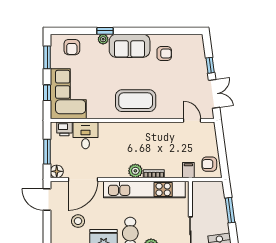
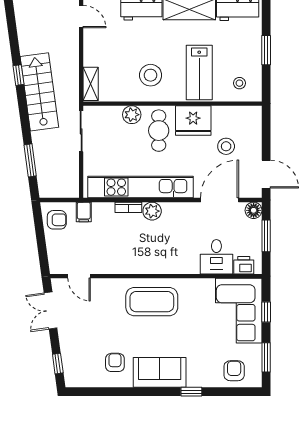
plant: (103, 39) -> (194, 381), removed
armchair: (164, 54) -> (115, 362), turned 90
window: (210, 65) -> (58, 364), moved

